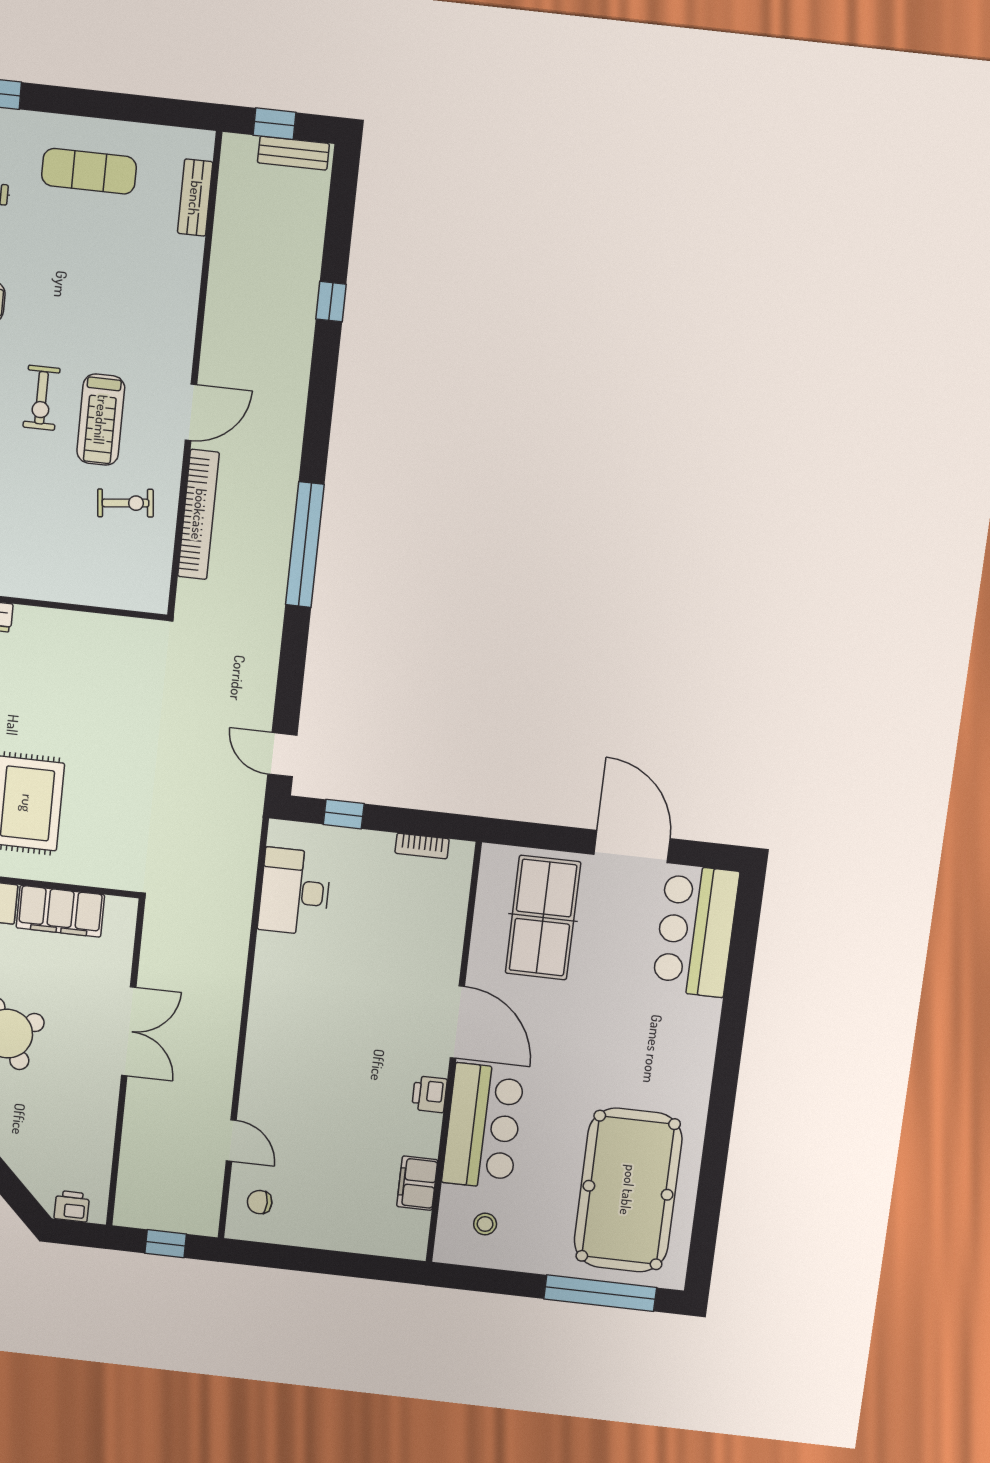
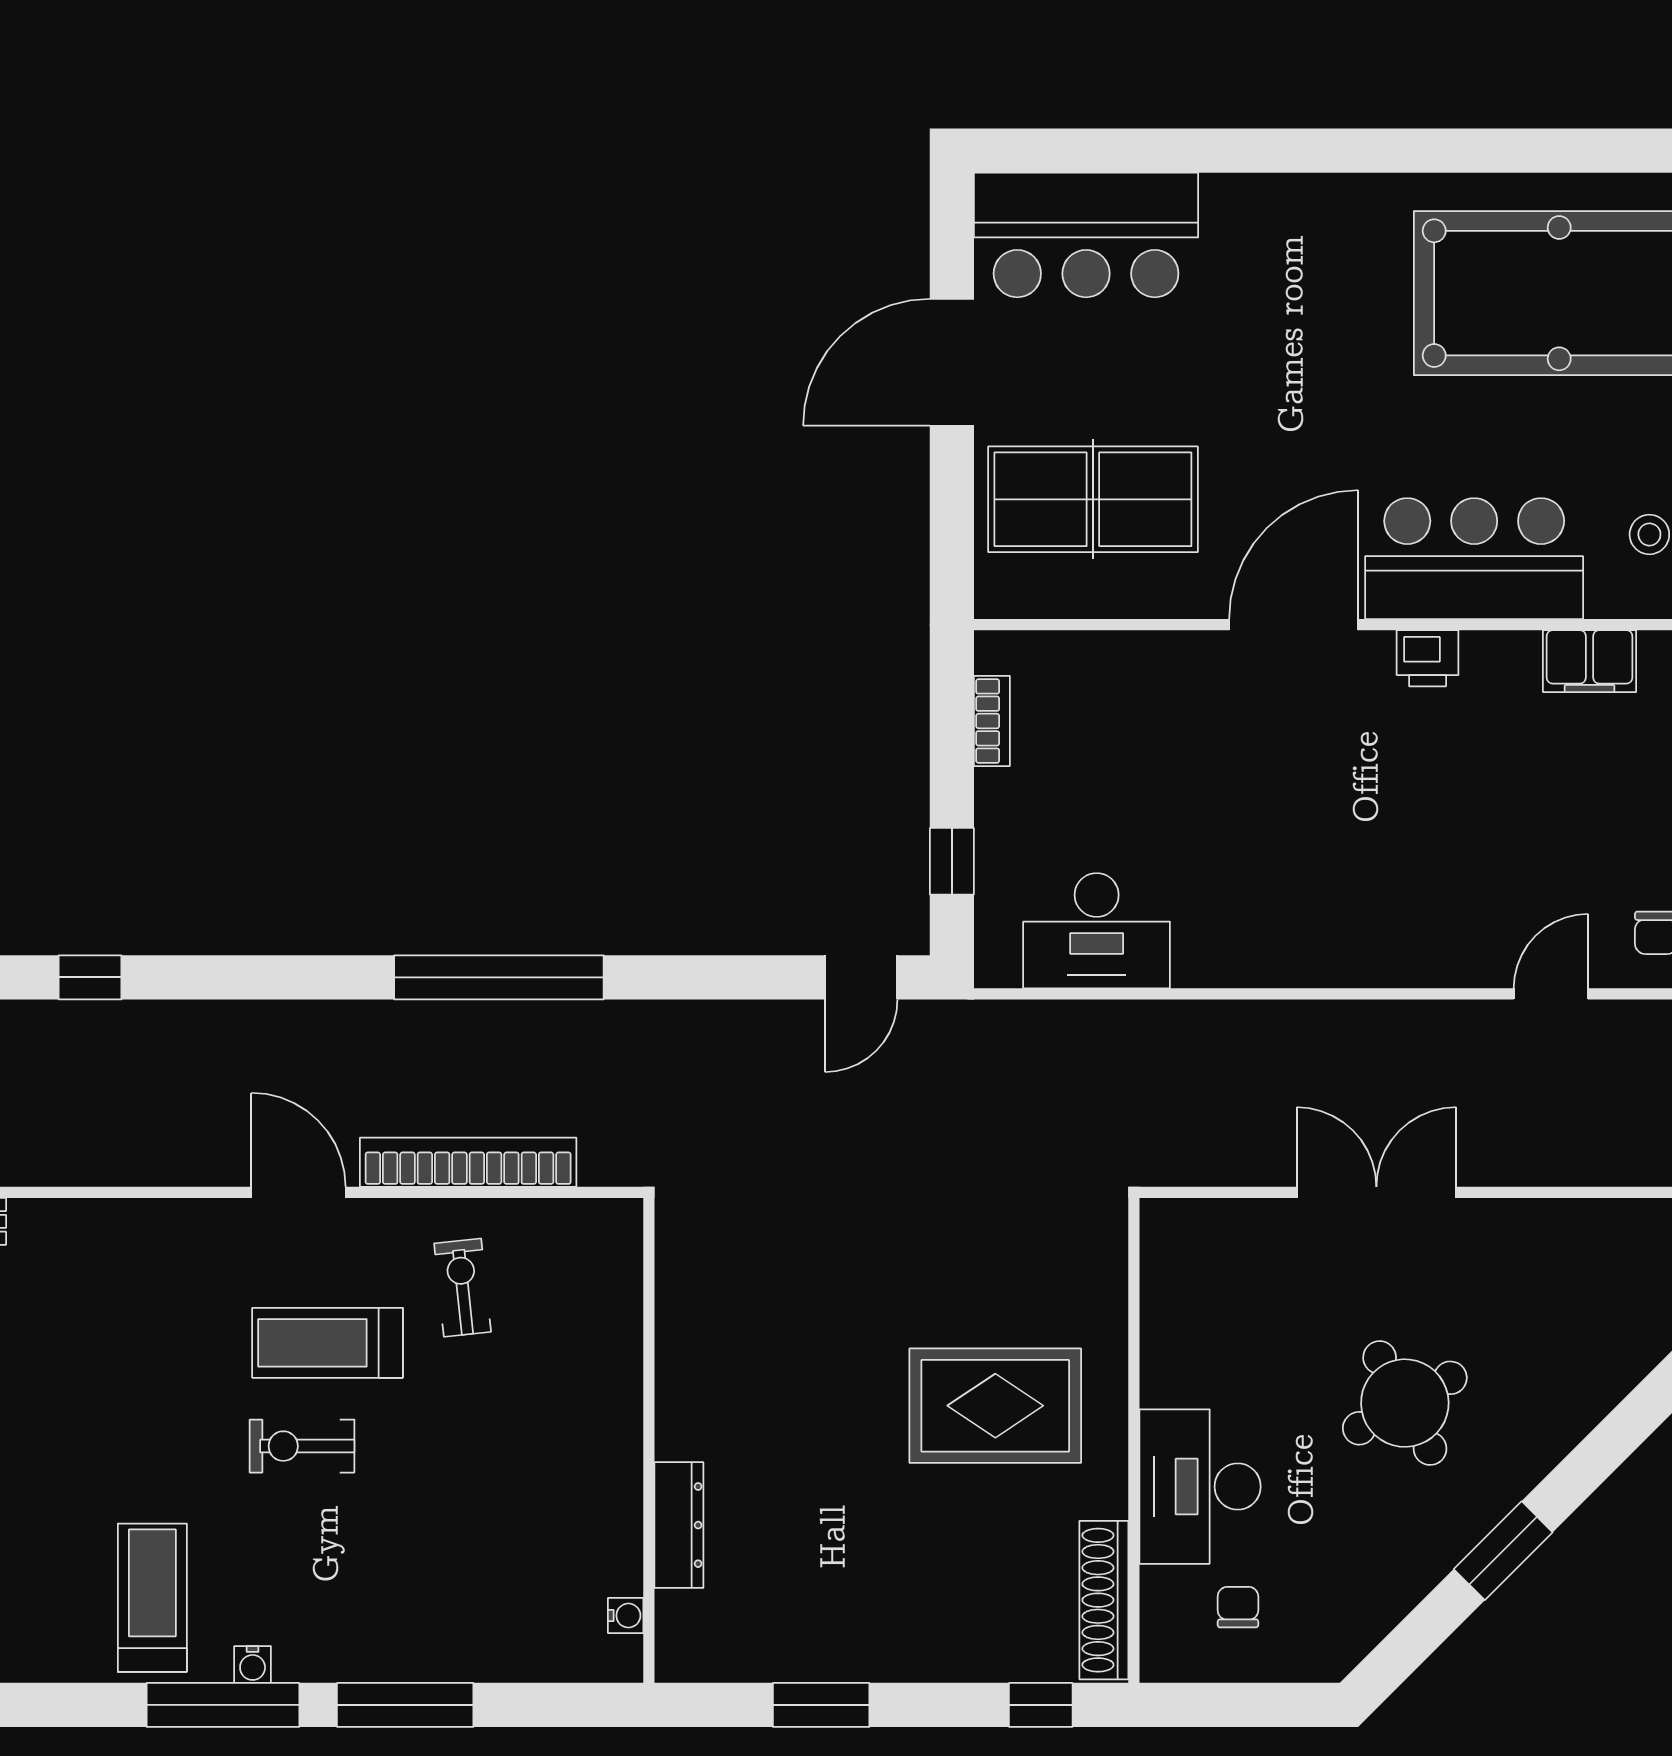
exercise bike: (41, 398) -> (302, 1446), turned 180
treadmill: (101, 420) -> (327, 1343), turned 180
filing cabinet: (60, 911) -> (1177, 1331), removed

